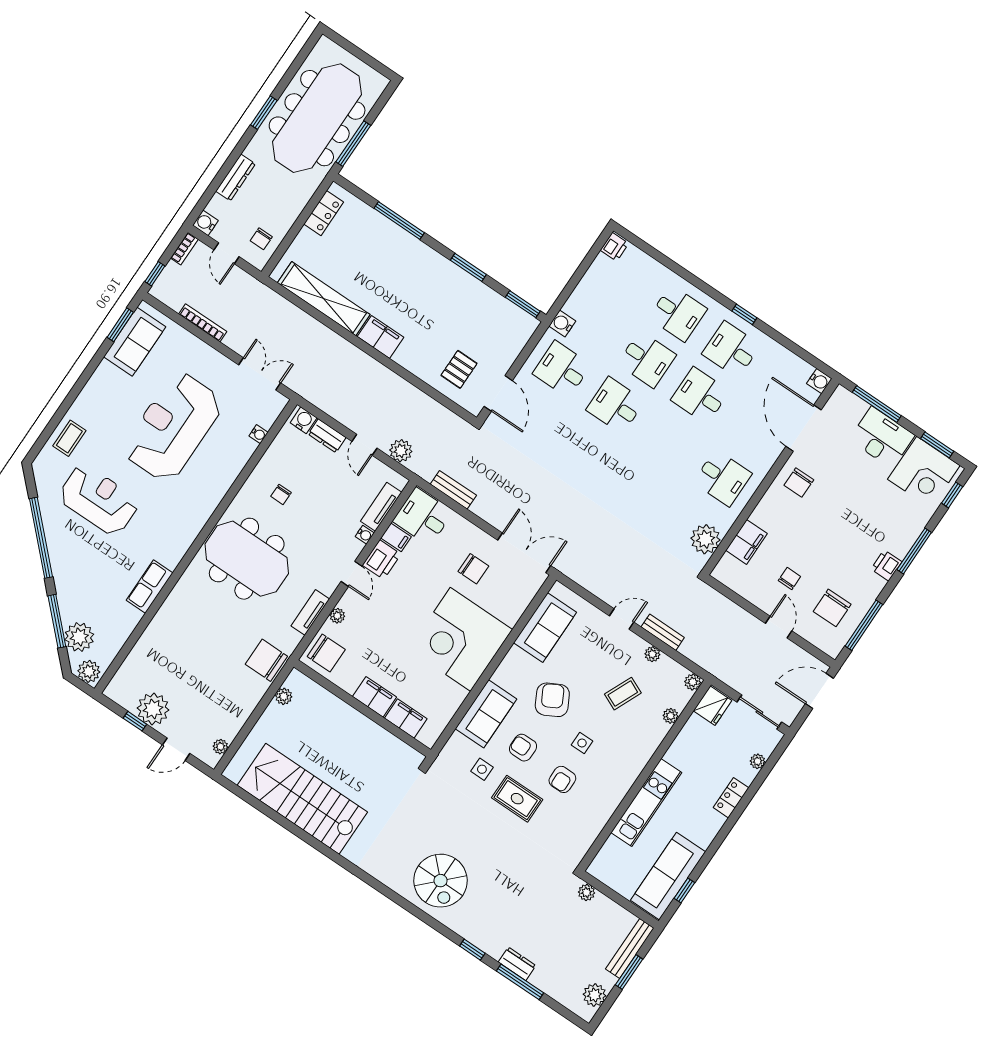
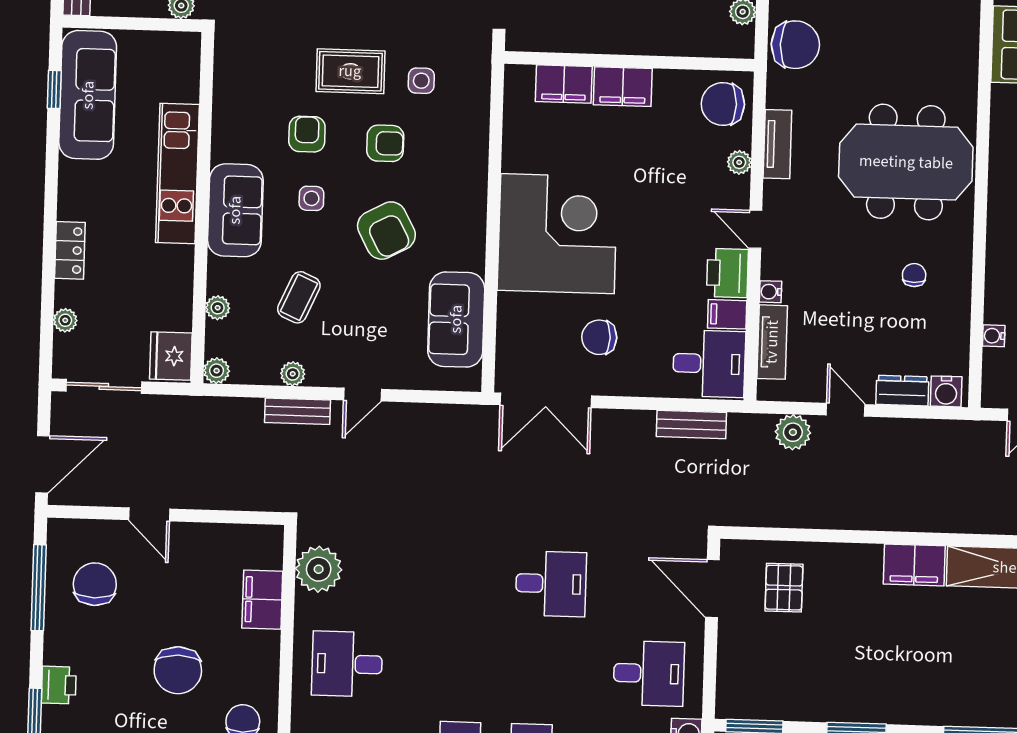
desk: (615, 405) -> (551, 584), moved
chair: (789, 579) -> (178, 670), moved, width x1.87, depth x1.87
sofa: (486, 714) -> (235, 210), moved, turned 180

